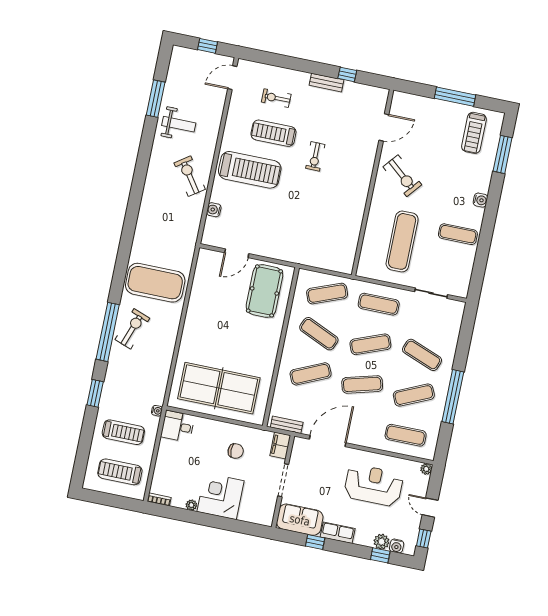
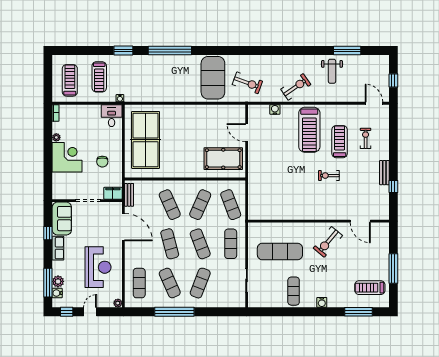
exercise bike: (132, 329) -> (247, 83), moved
window: (380, 555) -> (48, 283), width x2.17

